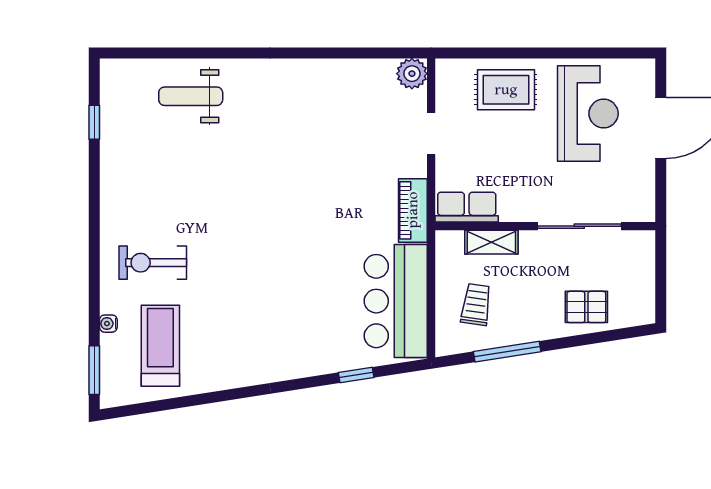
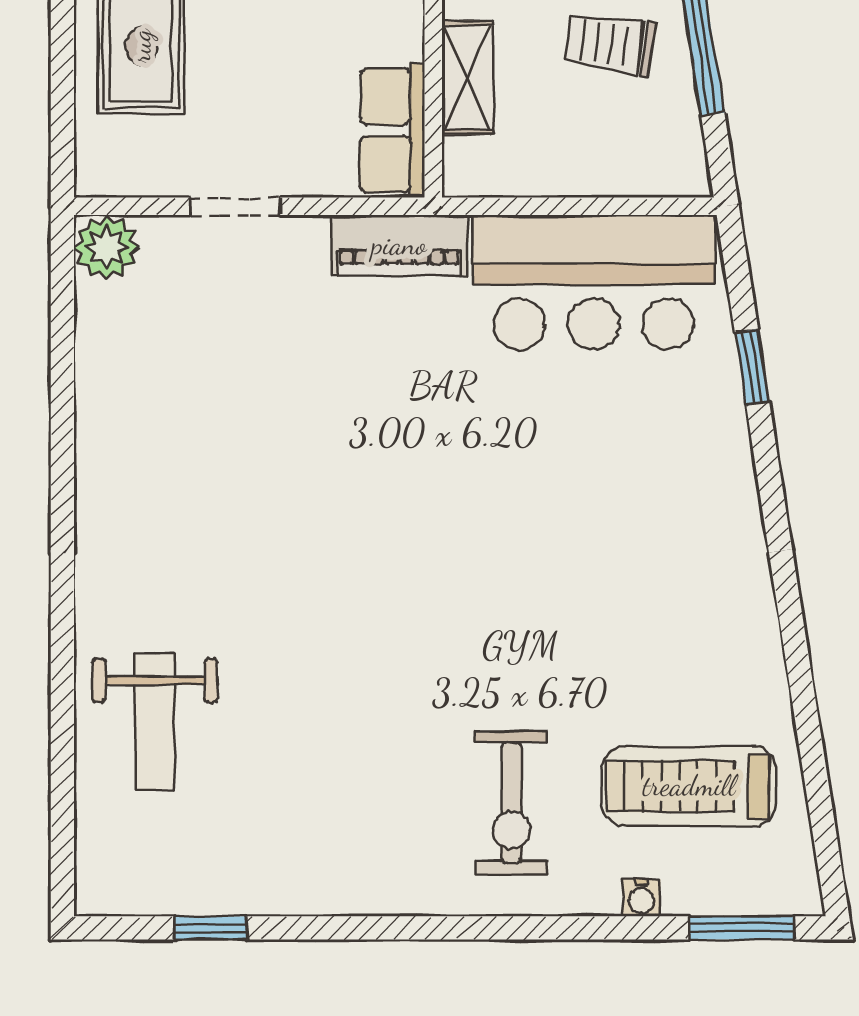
trolley: (476, 305) -> (610, 44), moved

